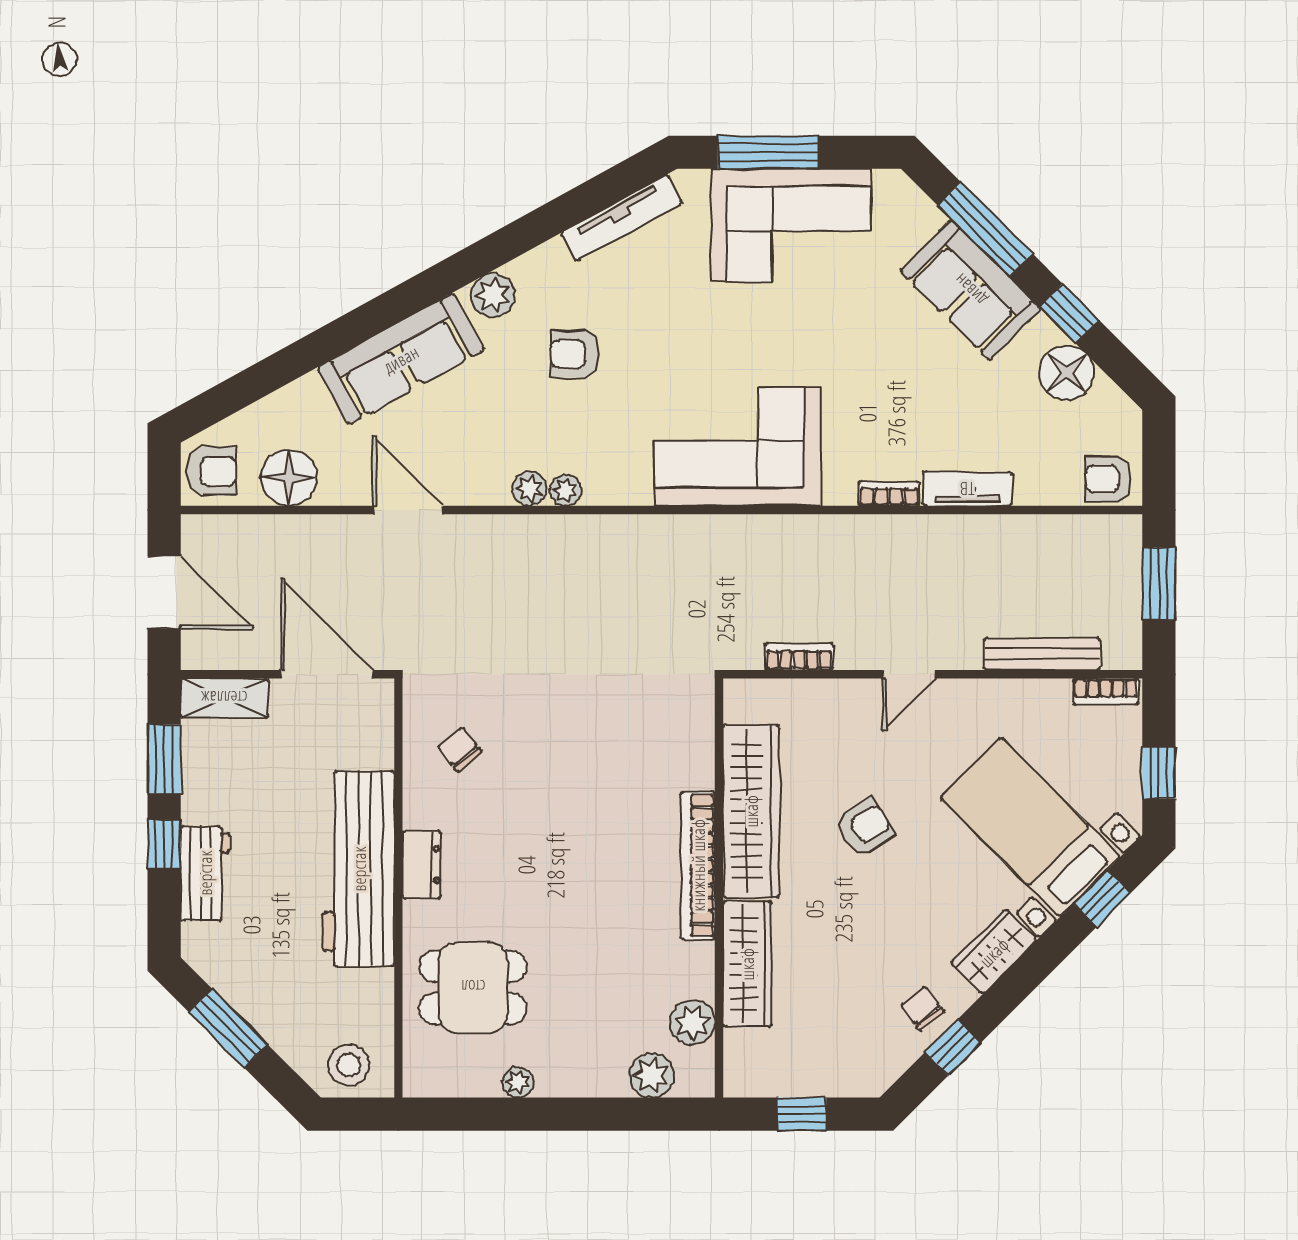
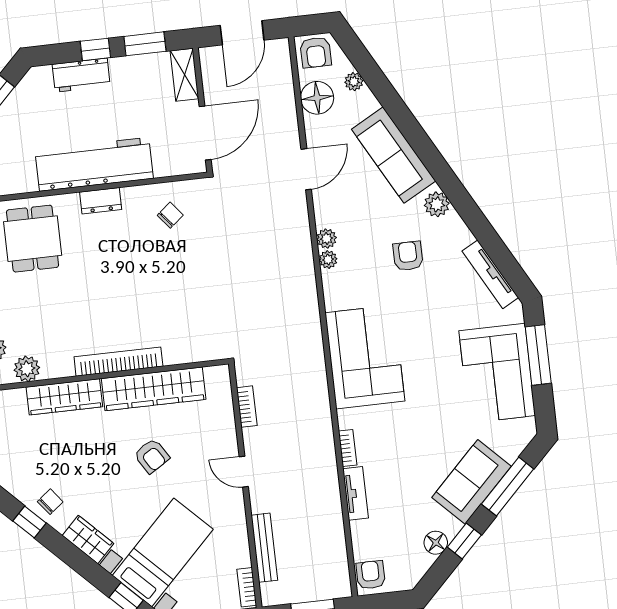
floor lamp: (1067, 373) -> (436, 543), width x0.73, depth x0.73
plant: (269, 412) -> (354, 82), added

